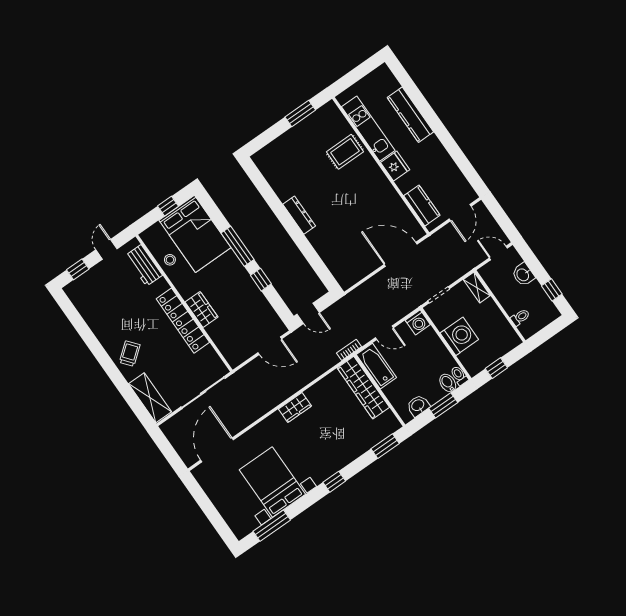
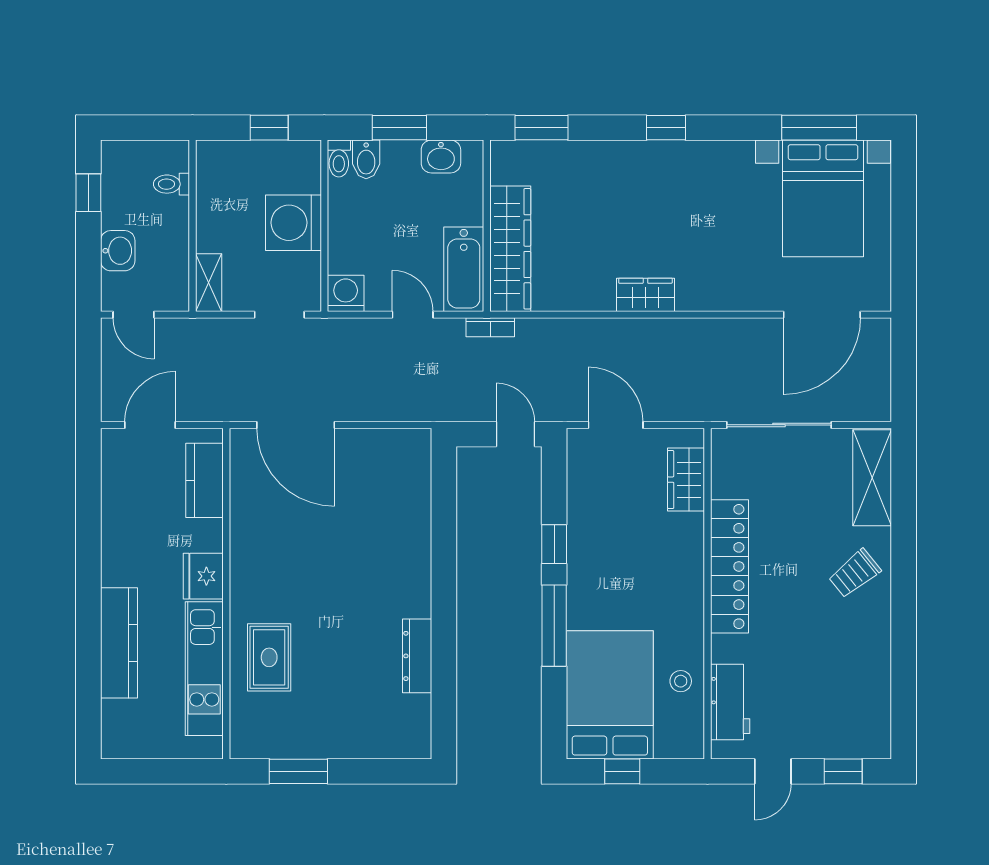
rug: (345, 152) -> (269, 657), turned 90
dresser: (299, 215) -> (417, 656), moved
wardrobe: (202, 310) -> (686, 480), moved
bed with nightstands: (272, 482) -> (823, 198), moved

